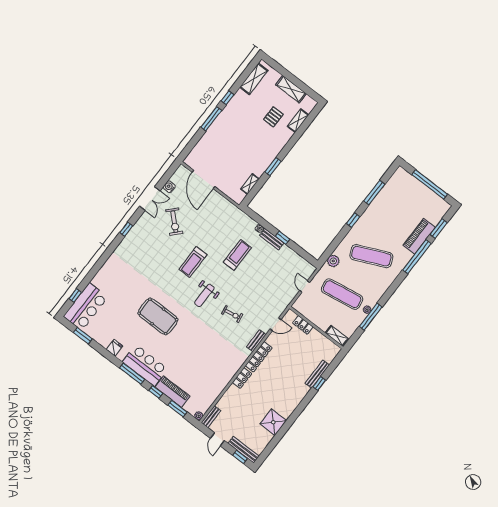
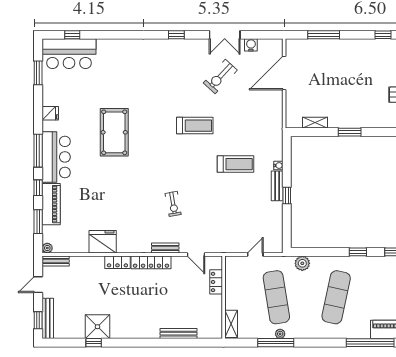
window: (211, 119) -> (324, 35), moved
exercise mat: (371, 256) -> (336, 297), turned 36
treadmill: (193, 262) -> (195, 126), turned 180
weight bench: (204, 295) -> (170, 162), removed
fridge: (222, 377) -> (103, 242), added
window: (319, 383) -> (94, 343), moved

